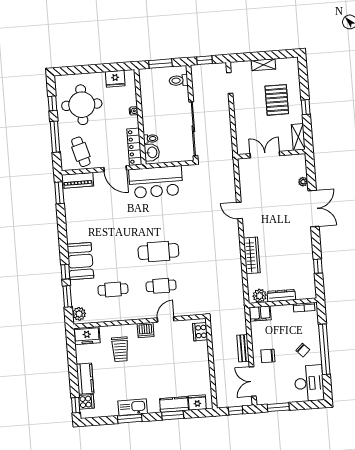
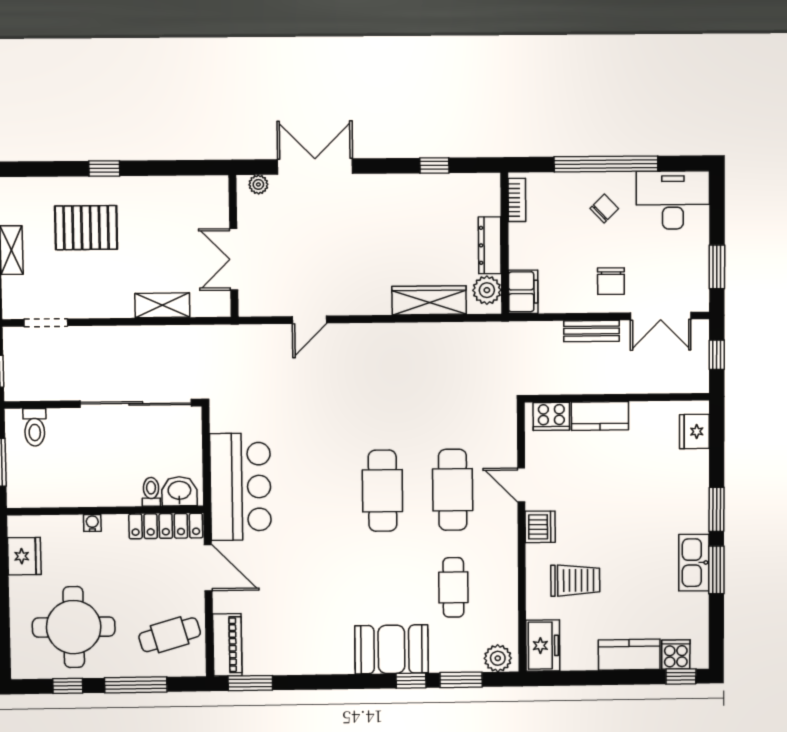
shelving: (298, 137) -> (162, 305), moved
wall: (271, 154) -> (233, 246), moved
double door: (265, 155) -> (234, 259), moved
door: (115, 169) -> (208, 568), hinge flipped
wardrobe: (252, 255) -> (429, 300), moved
cafe table: (161, 286) -> (453, 490), width x1.37, depth x1.35
kitchen counter: (174, 404) -> (600, 416), moved, turned -90
window: (173, 415) -> (717, 509), moved

